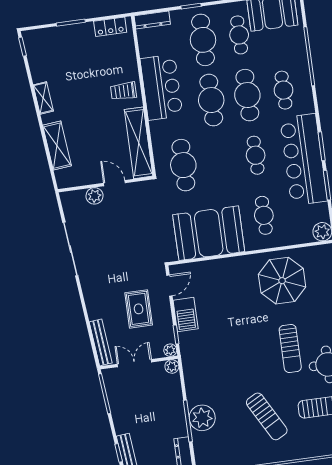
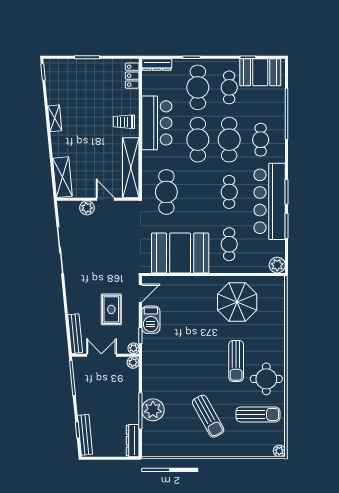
locker: (110, 27) -> (132, 76), moved, turned 90
shelving: (57, 146) -> (62, 177), moved

